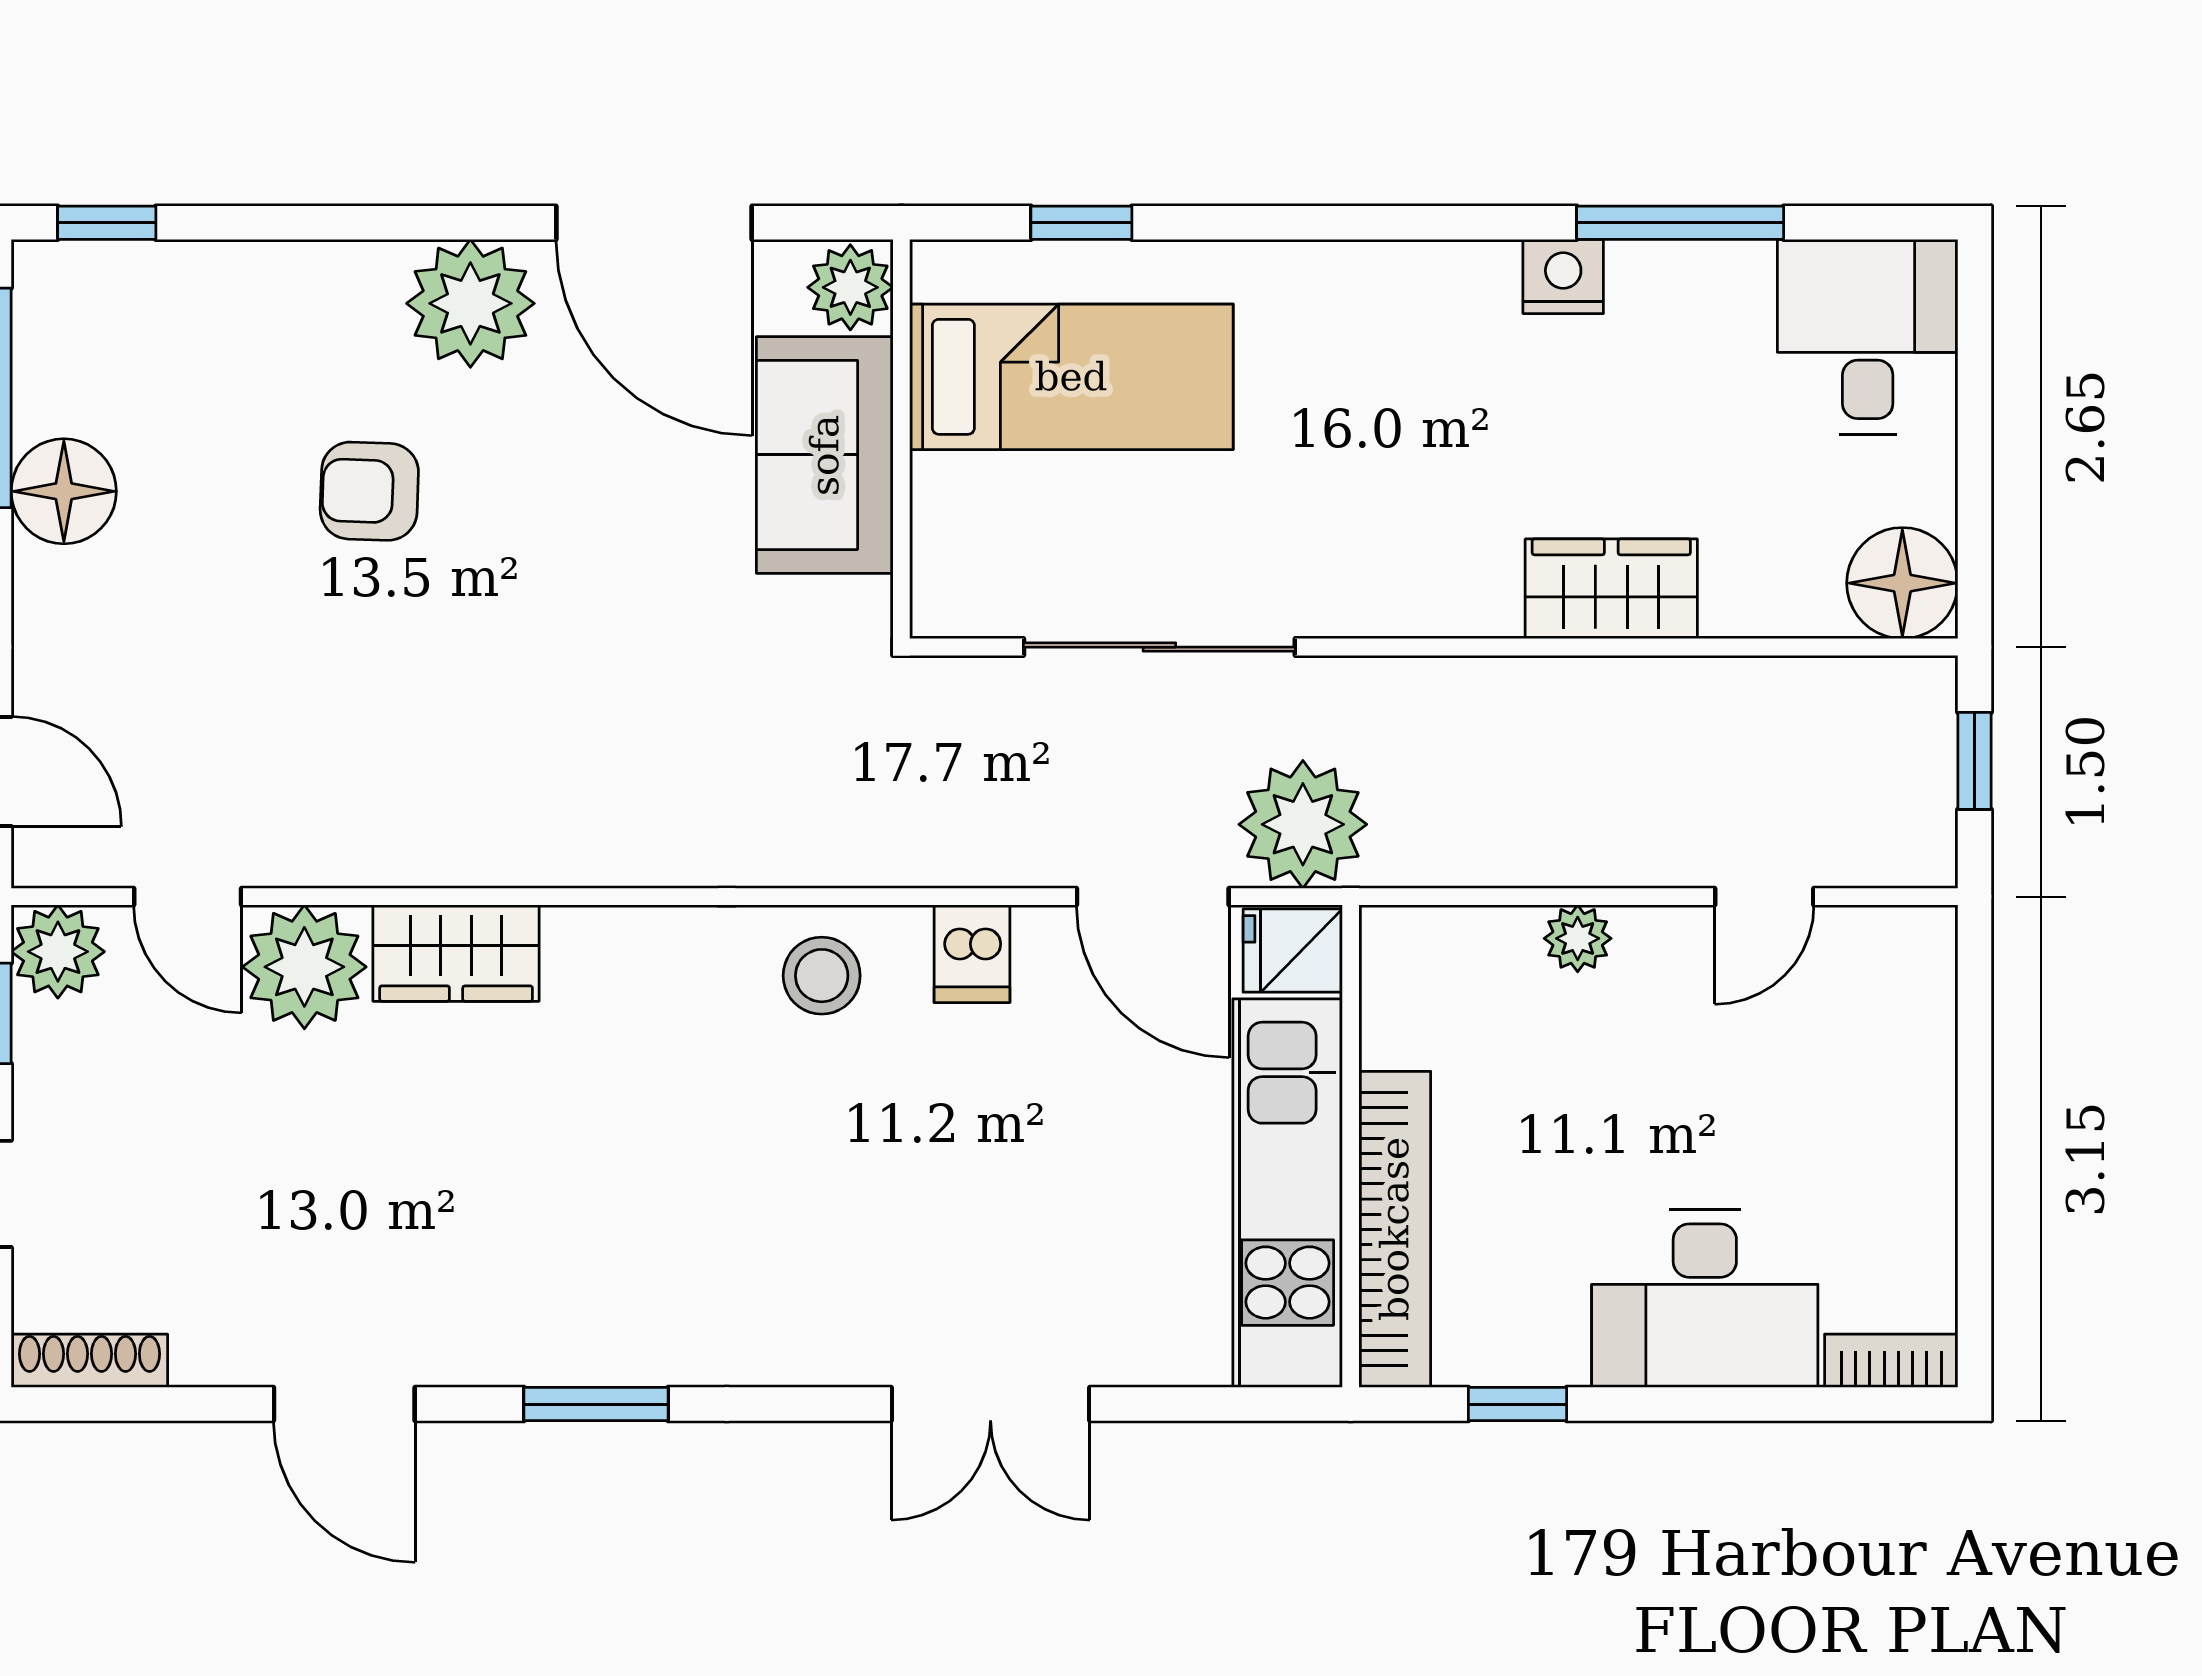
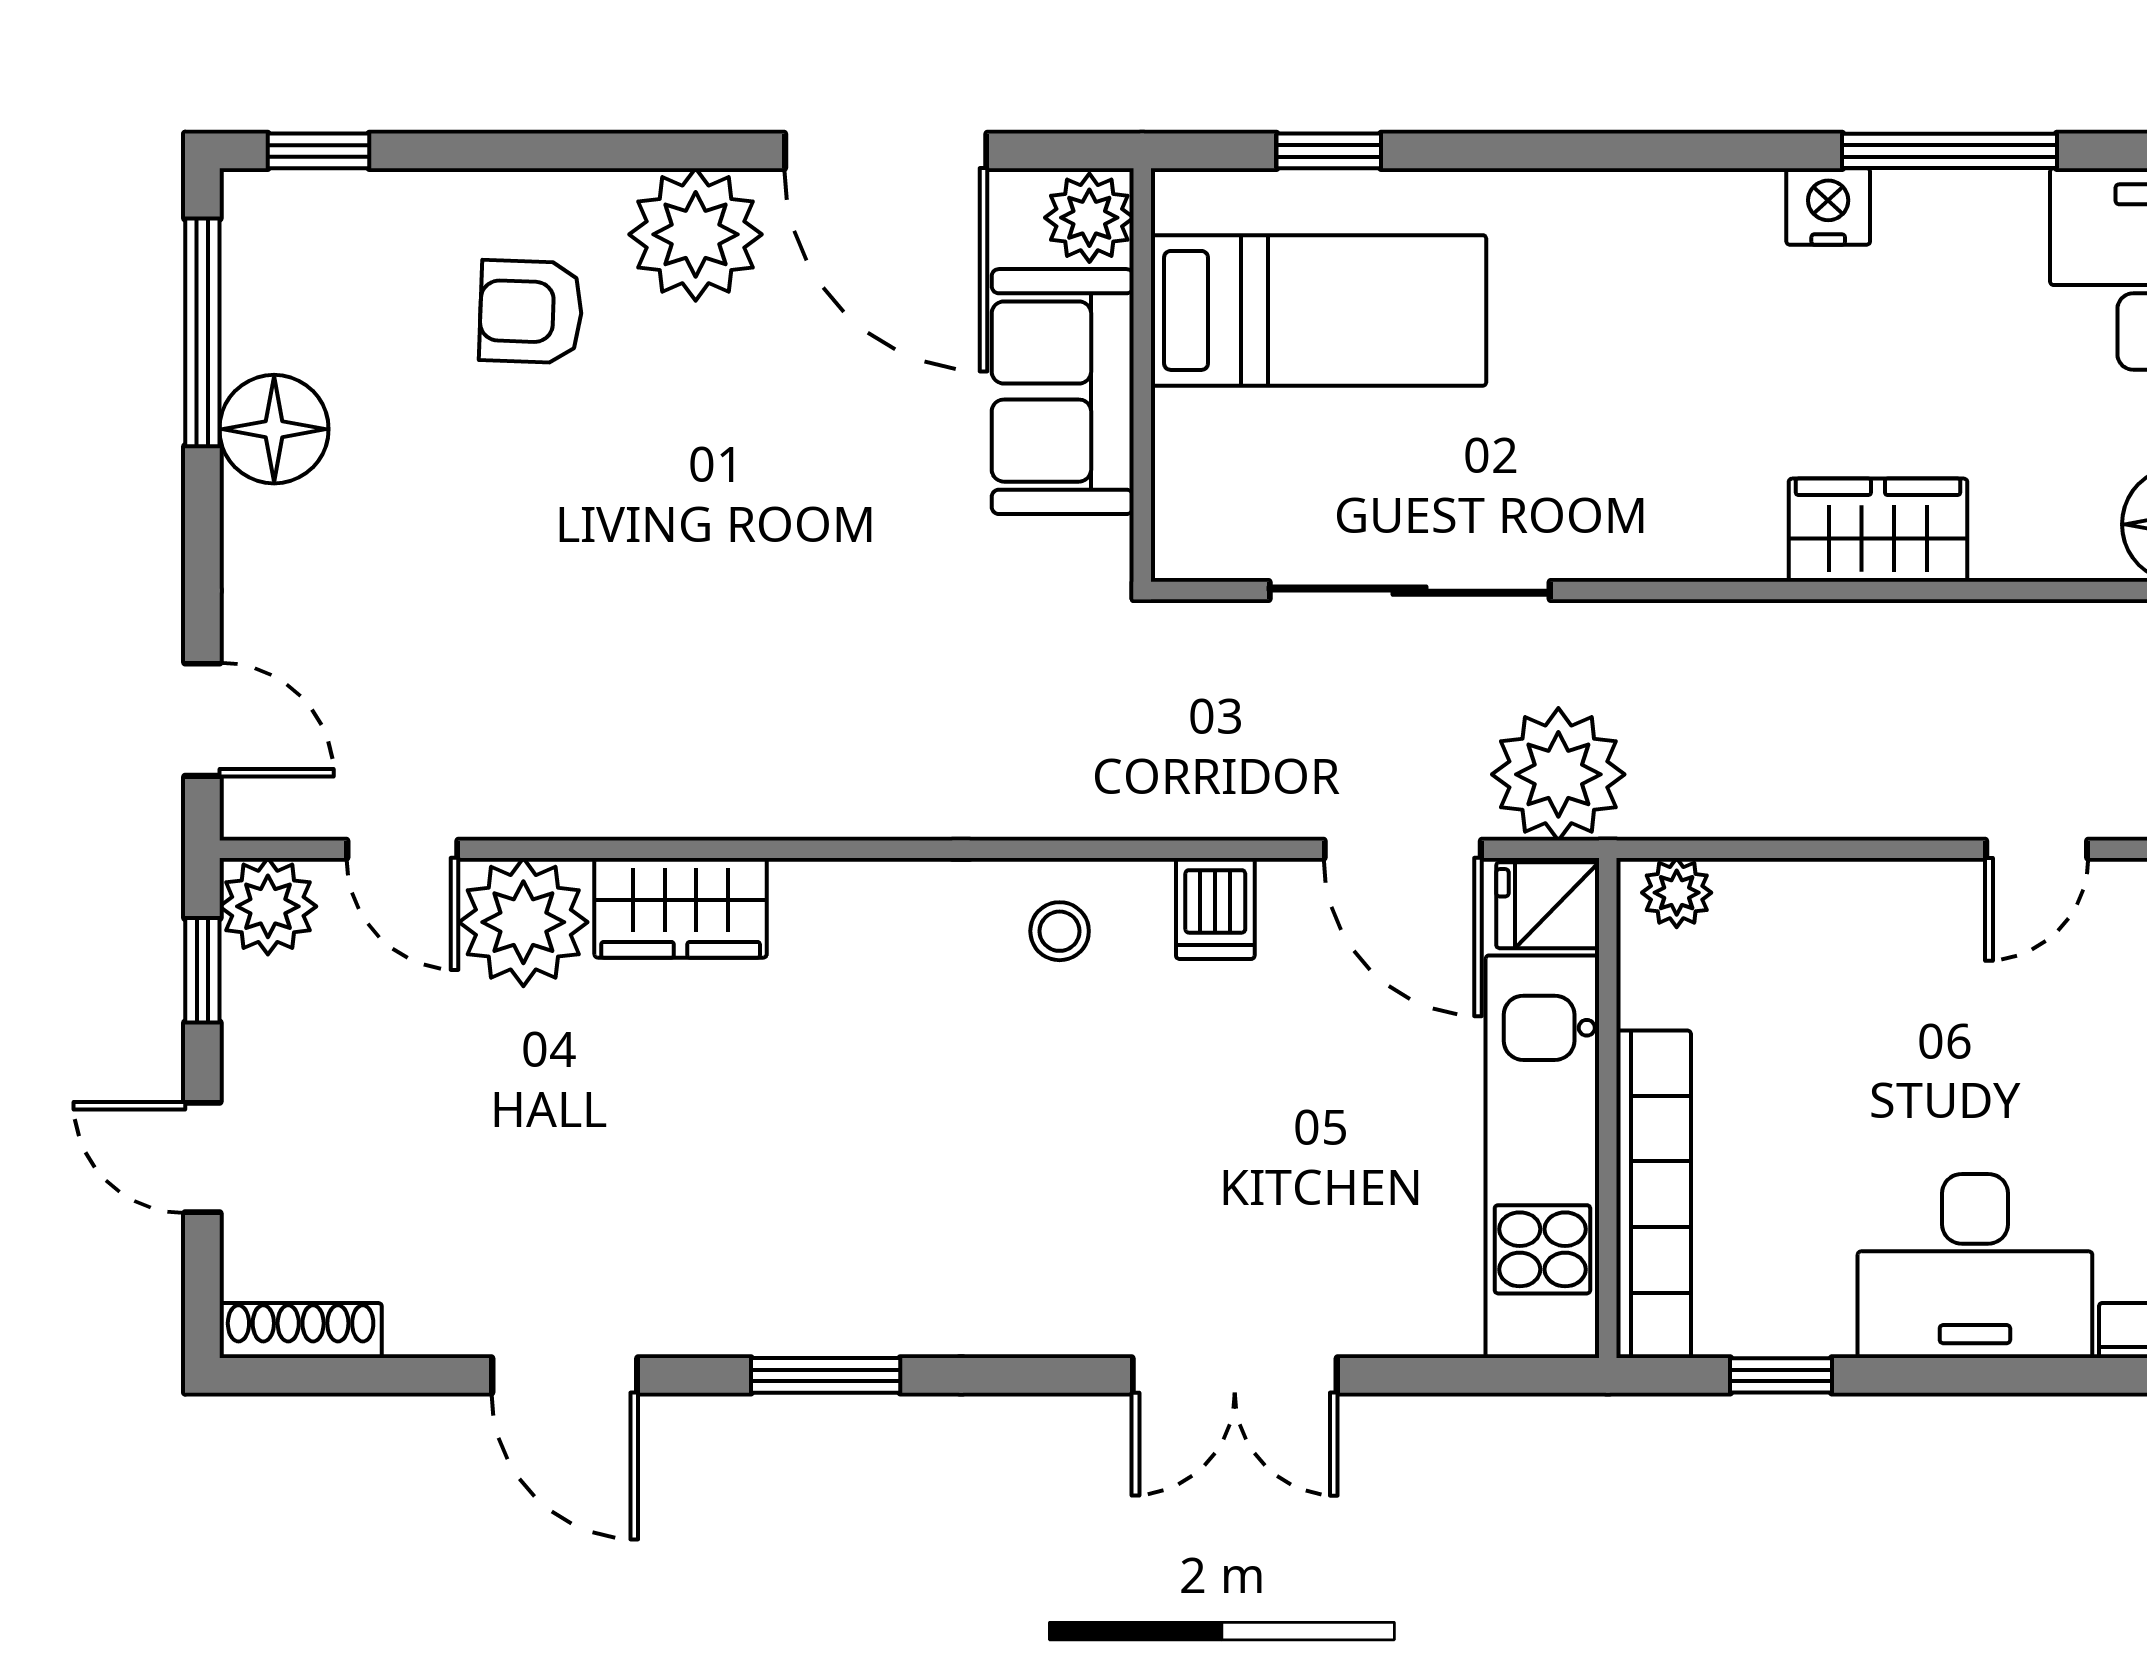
armchair: (369, 491) -> (531, 312), moved
plant: (1578, 938) -> (1677, 893), moved
stool: (822, 976) -> (1060, 931), width x0.73, depth x0.73

